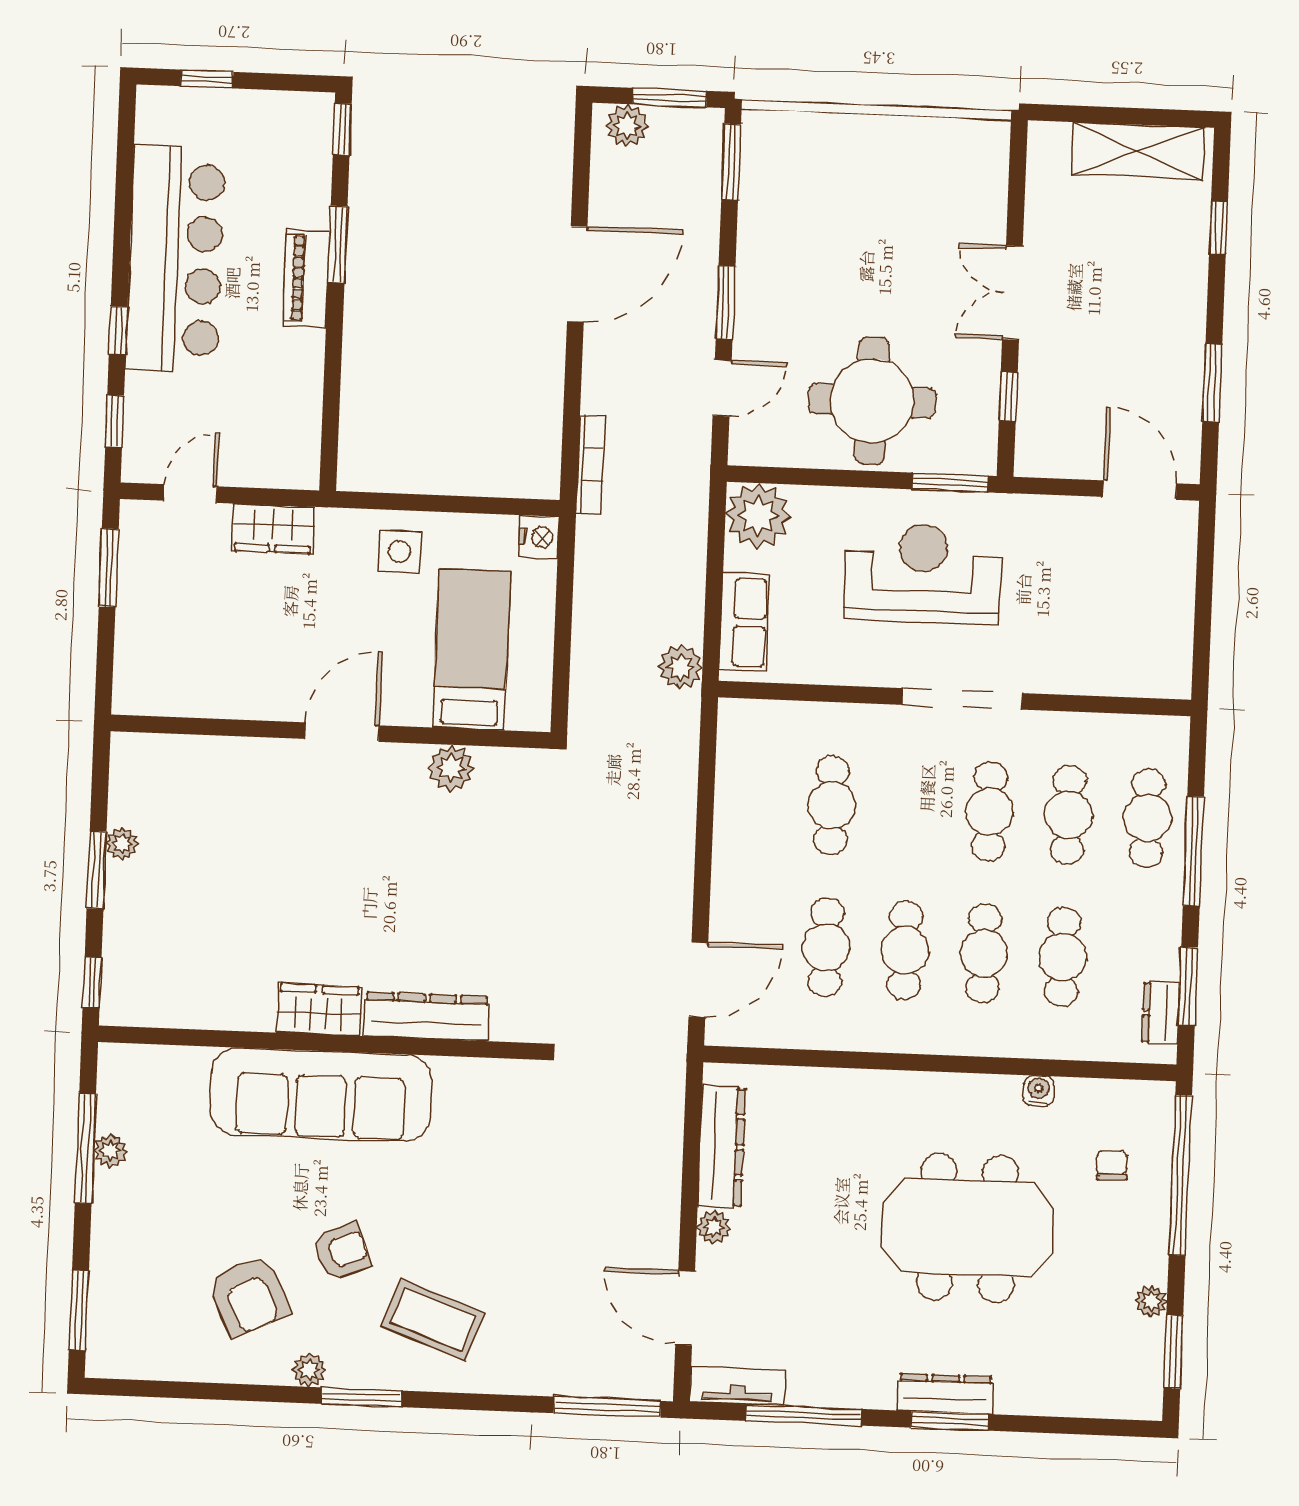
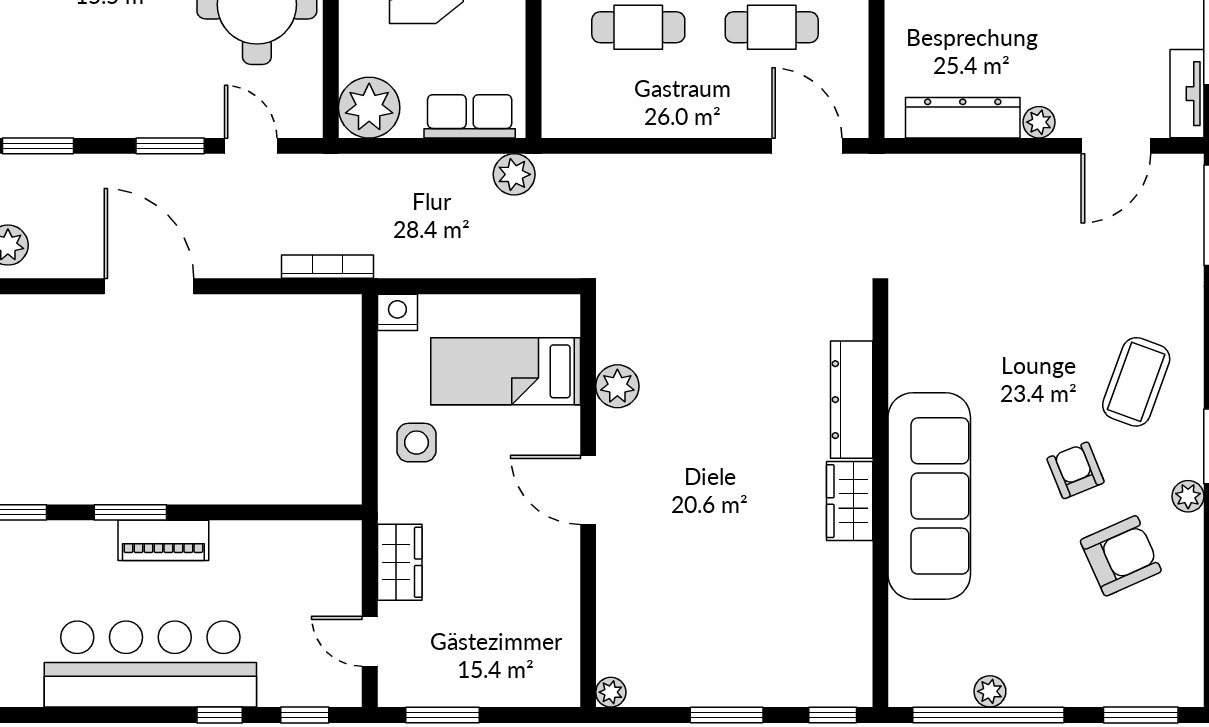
plant: (122, 844) -> (611, 692), moved
window: (85, 1148) -> (988, 715), width x1.46

